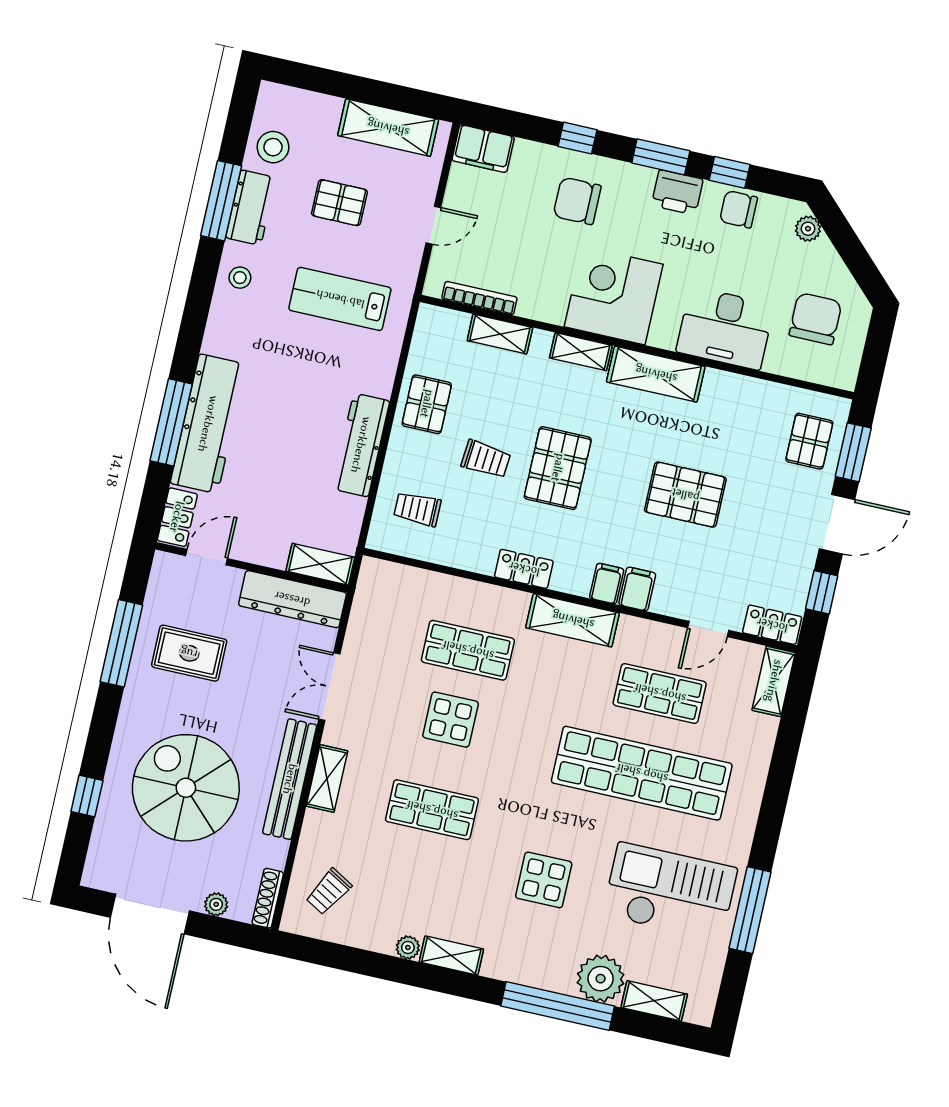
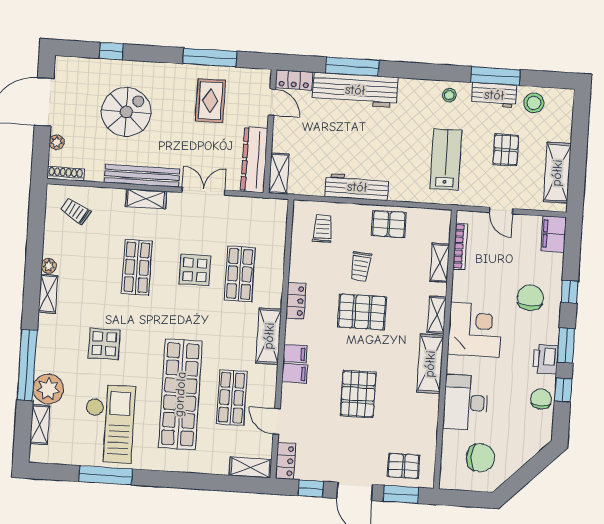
plant: (808, 229) -> (536, 444), removed
spiral stairs: (186, 788) -> (126, 112), width x0.73, depth x0.73

